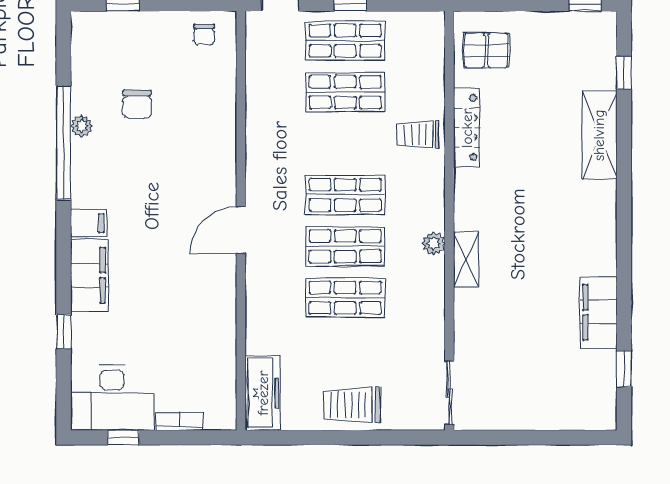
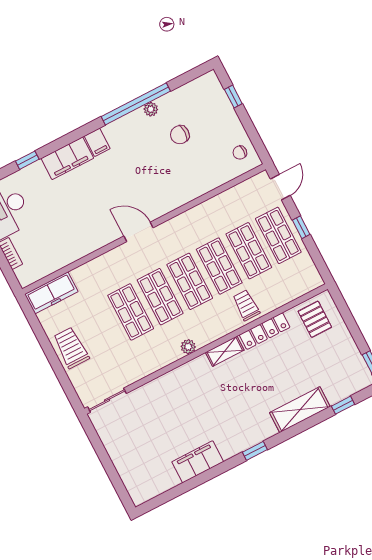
shop shelf: (345, 144) -> (219, 266), added
shelving: (466, 259) -> (225, 351), moved
window: (624, 369) -> (255, 451), moved

